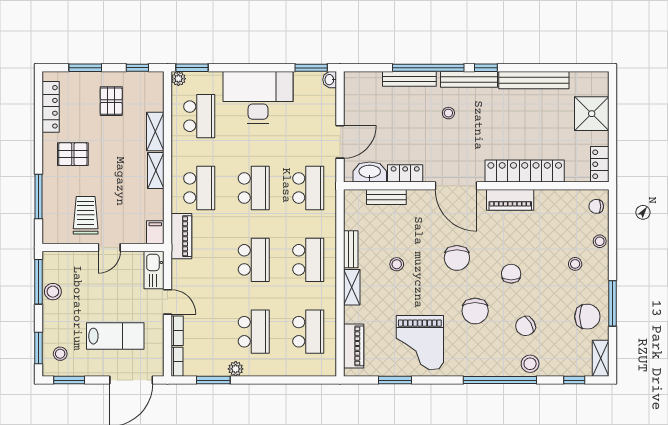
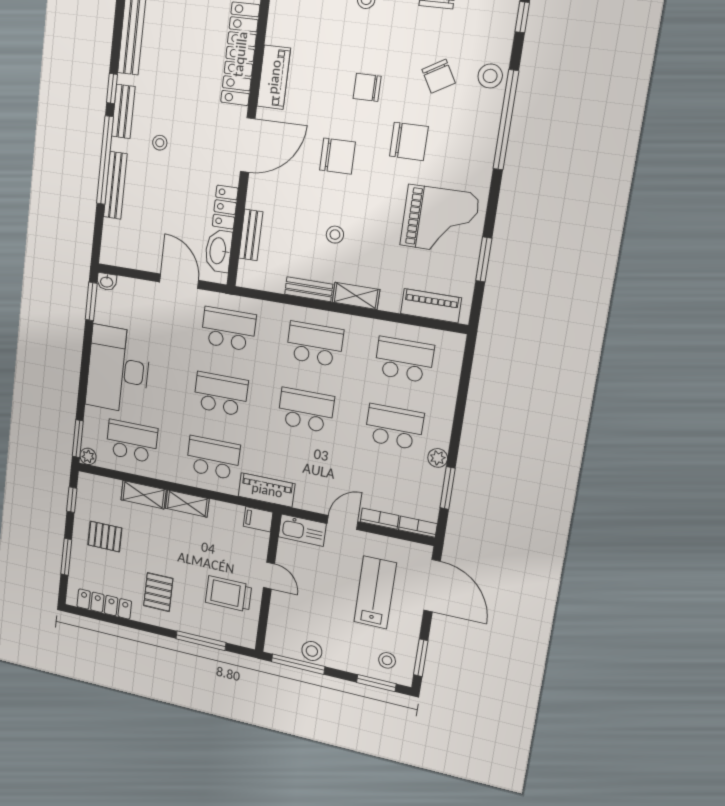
bench: (469, 79) -> (123, 111), width x0.73

